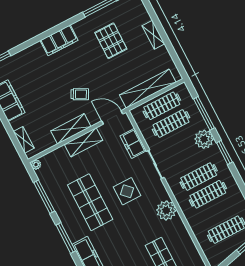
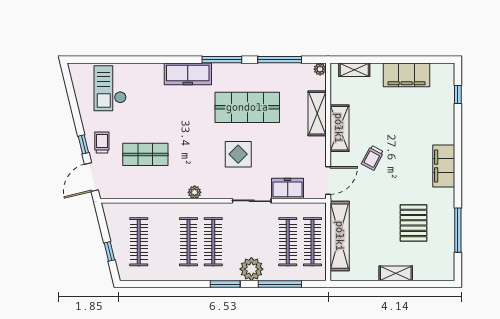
pallet: (111, 41) -> (414, 223), turned 90
shelving: (84, 142) -> (317, 113), moved
plant: (166, 210) -> (195, 192), width x0.53, depth x0.53

